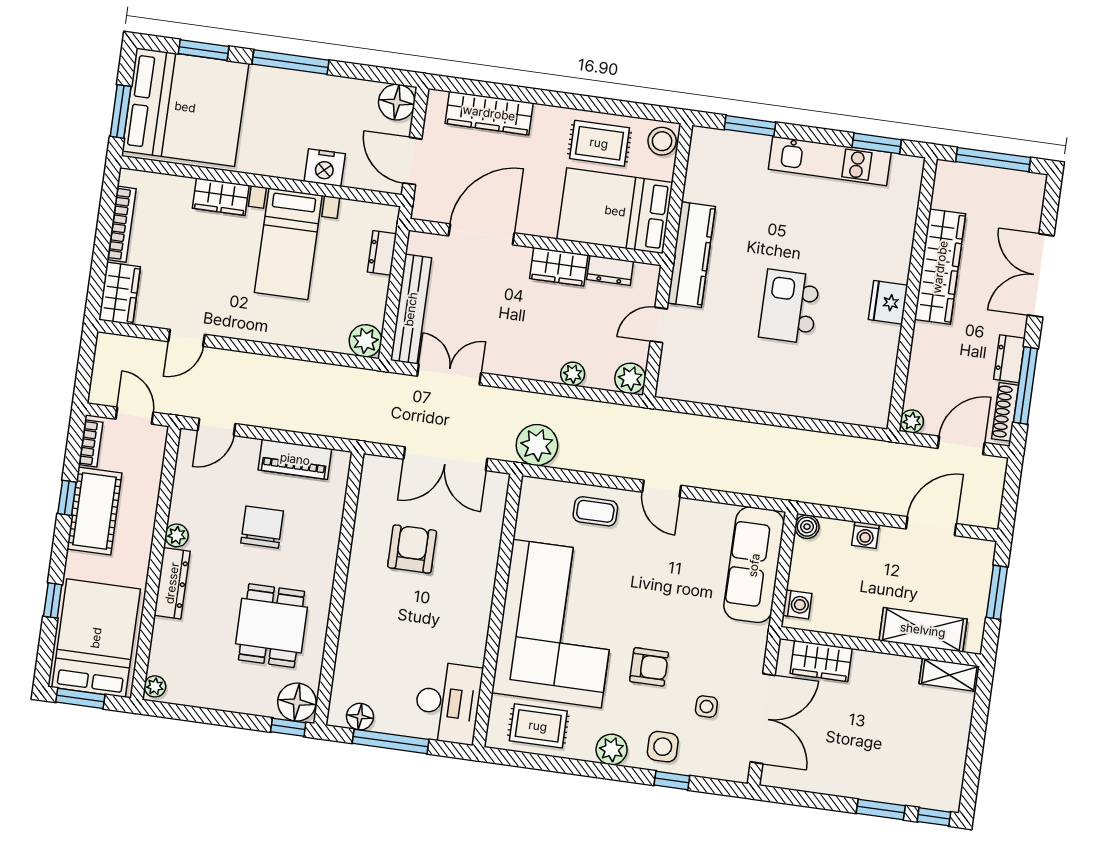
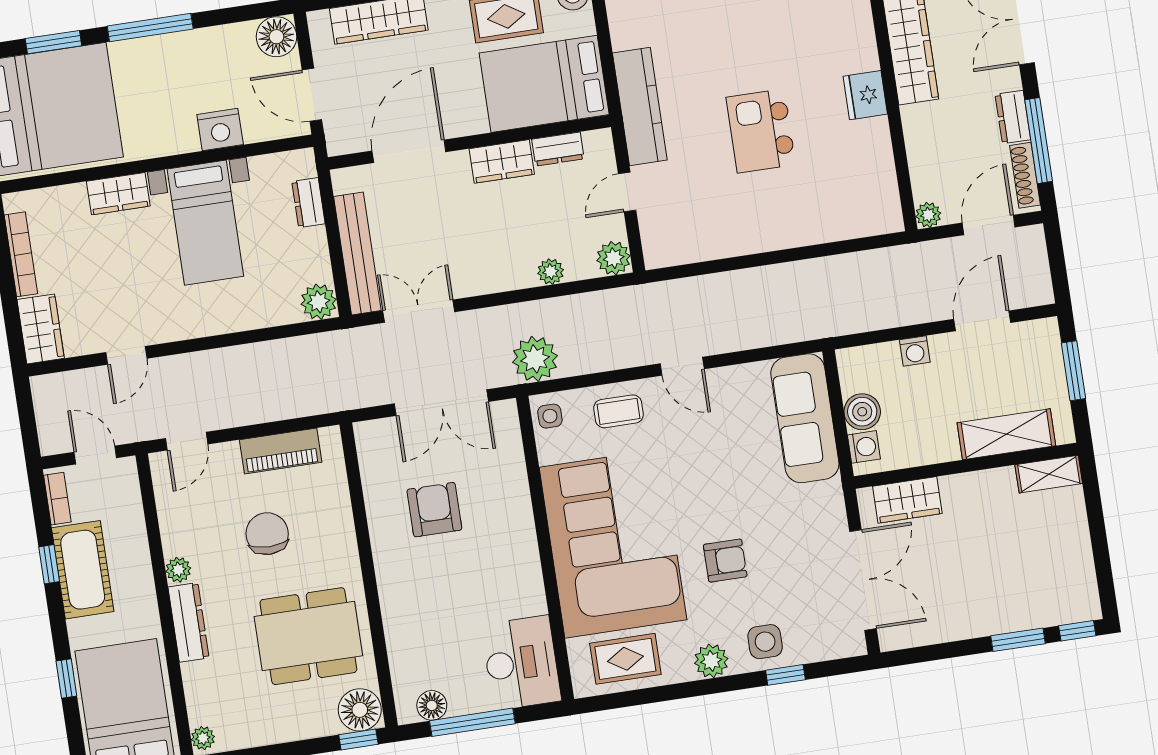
boiler: (807, 527) -> (862, 412), moved, width x1.36, depth x1.36
dining table: (272, 626) -> (308, 636), width x1.38
side table: (706, 707) -> (550, 416), moved

